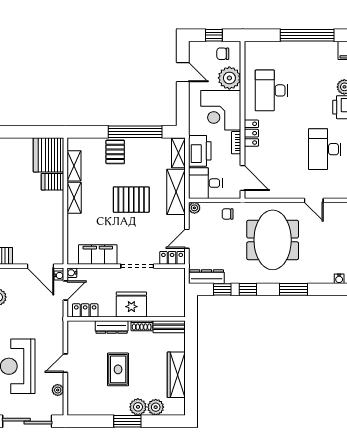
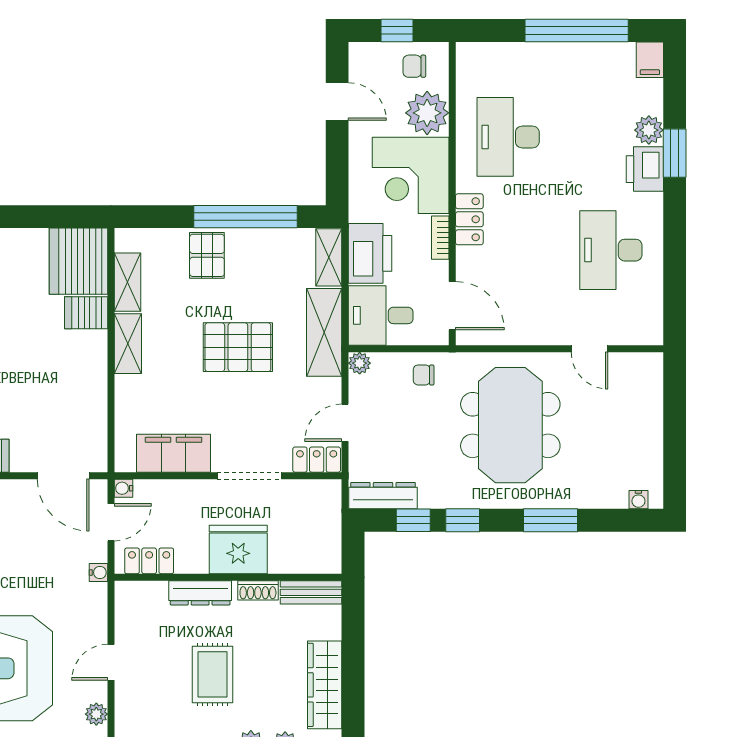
water cooler: (59, 275) -> (98, 573), moved

